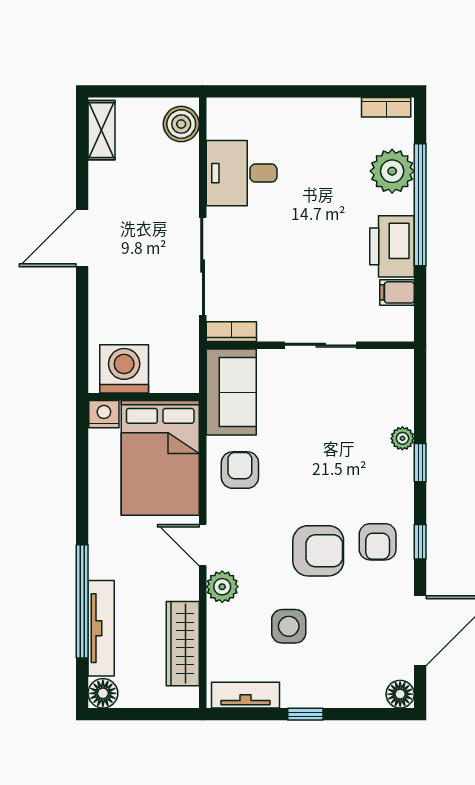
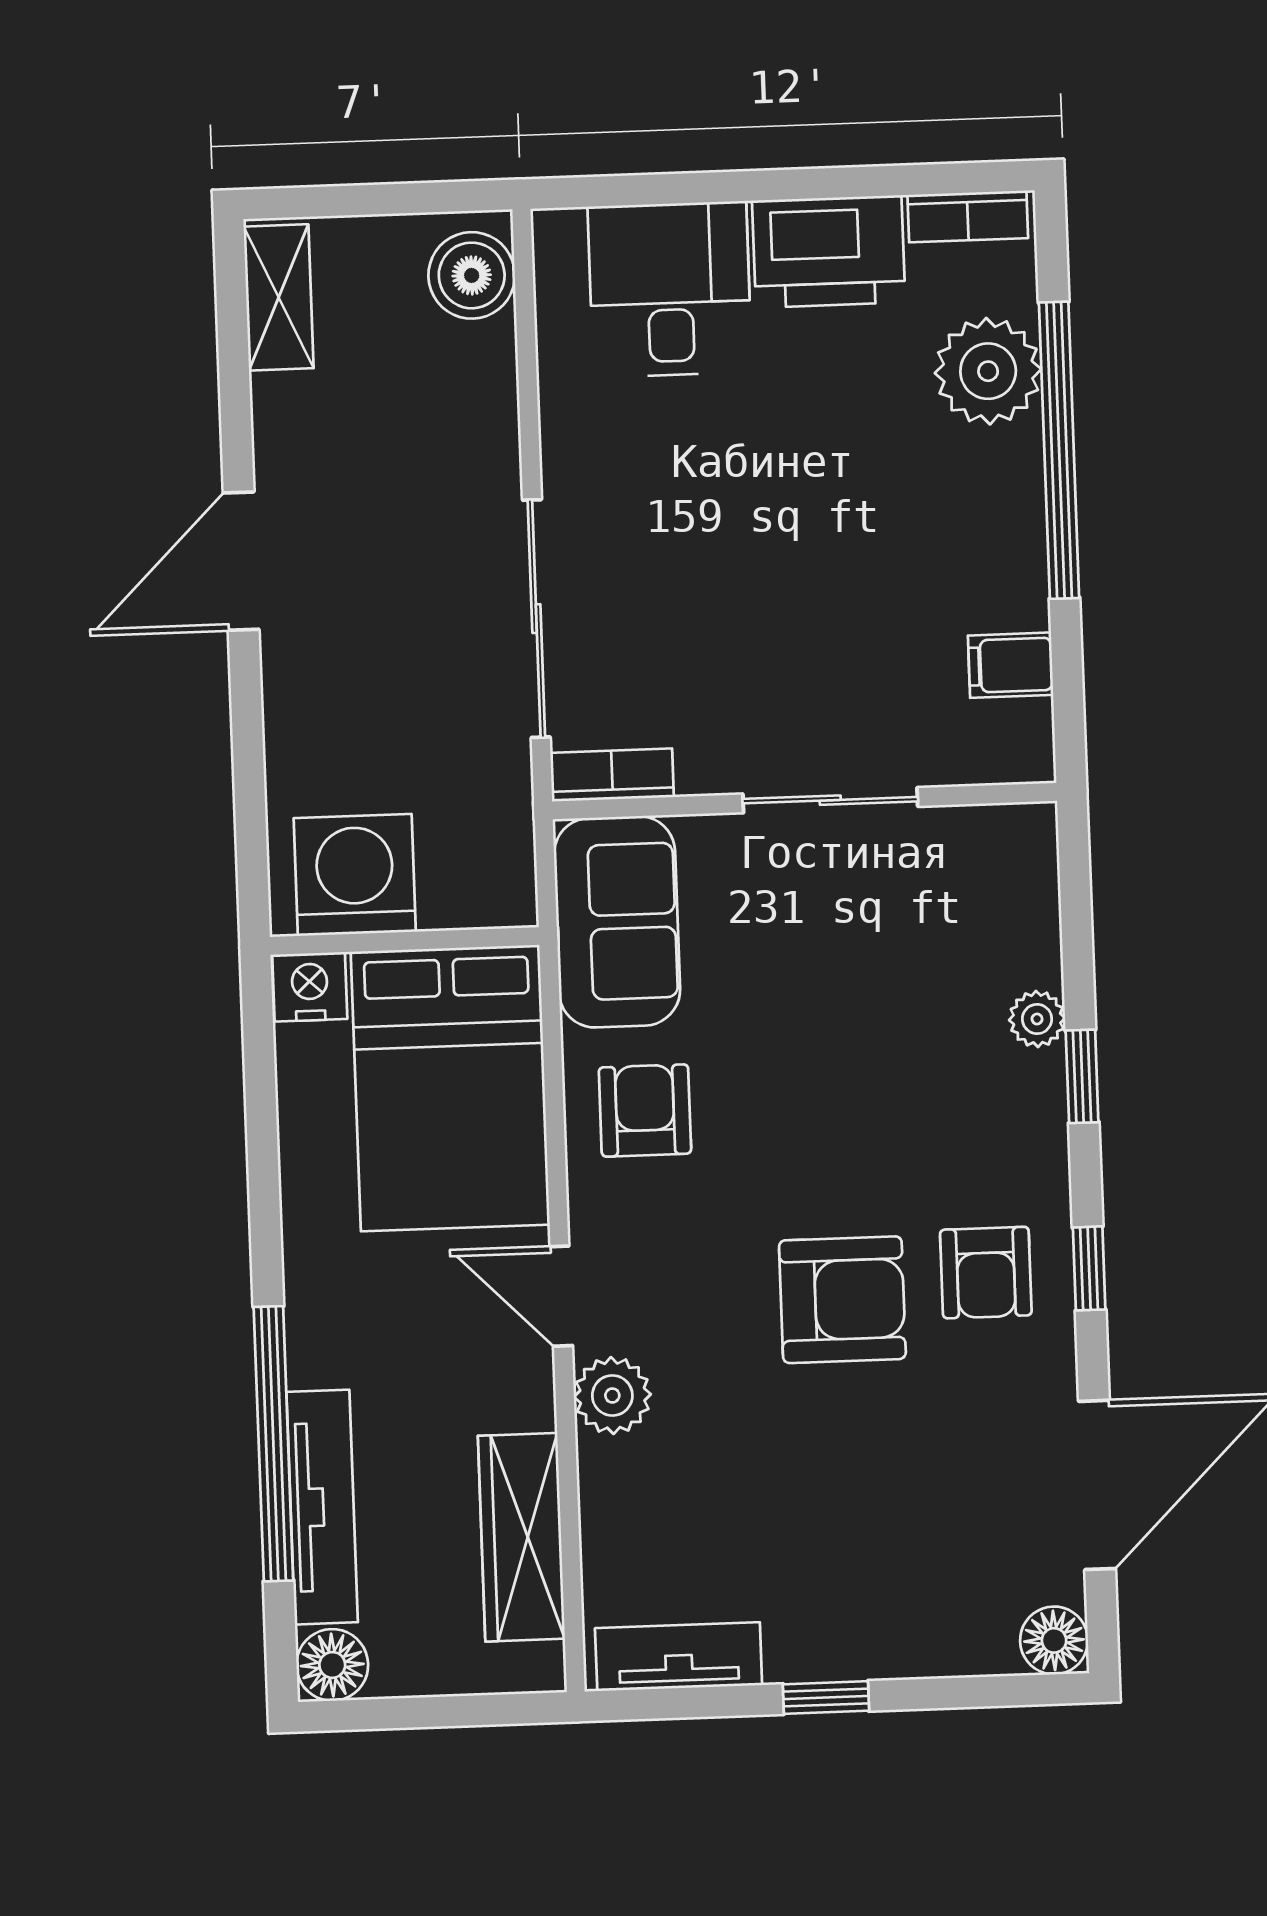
desk: (242, 173) -> (670, 289), moved, turned 90
printer: (392, 246) -> (829, 251), moved, turned -90
side table: (289, 626) -> (777, 1486), removed

